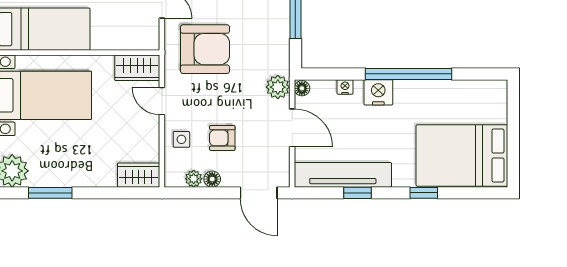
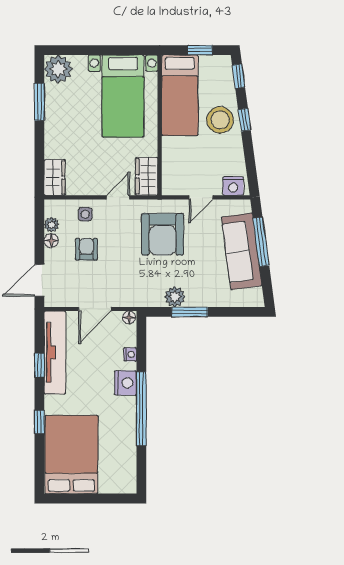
plant: (278, 87) -> (175, 297), moved

